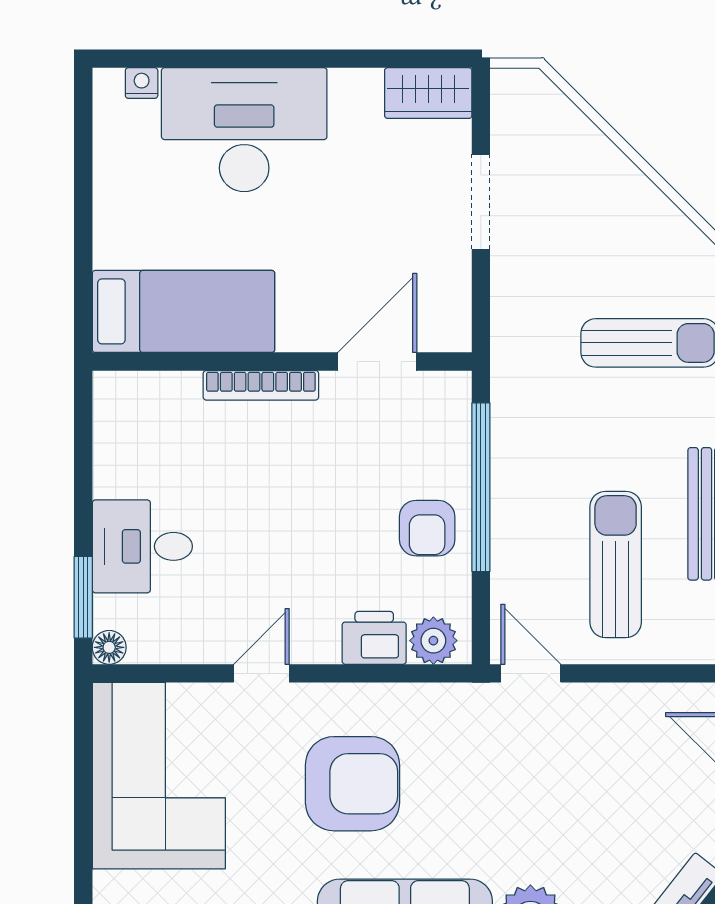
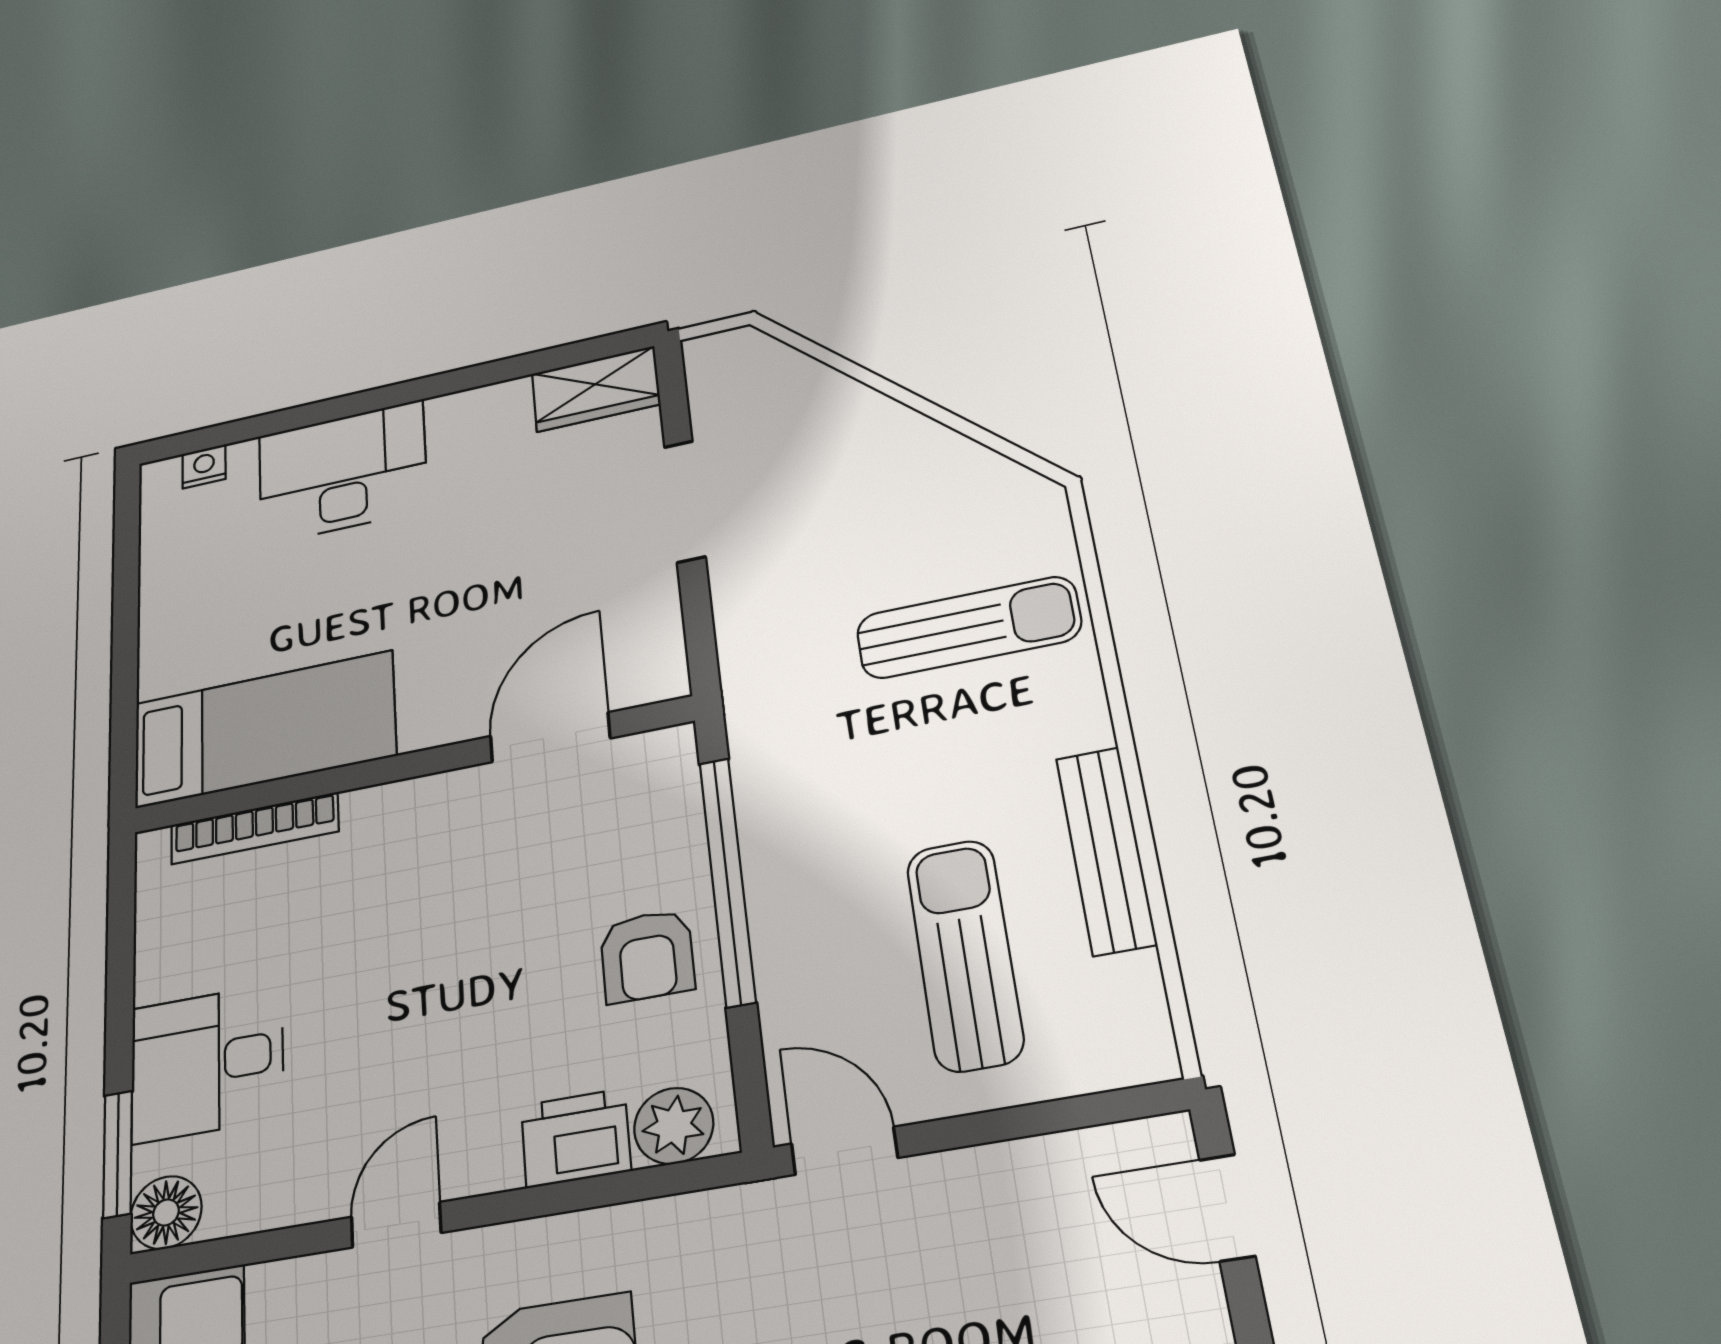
desk: (244, 130) -> (342, 472), width x0.73, depth x0.77
bookcase: (261, 385) -> (254, 828), moved
floor lamp: (109, 647) -> (166, 1212), width x1.37, depth x1.37

